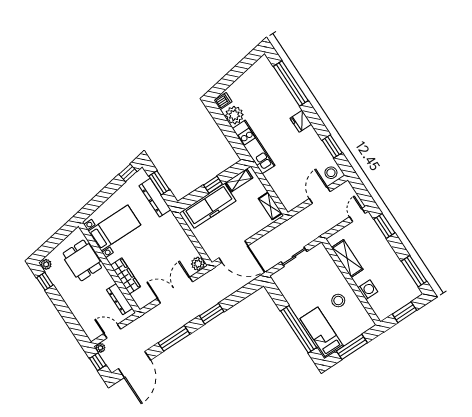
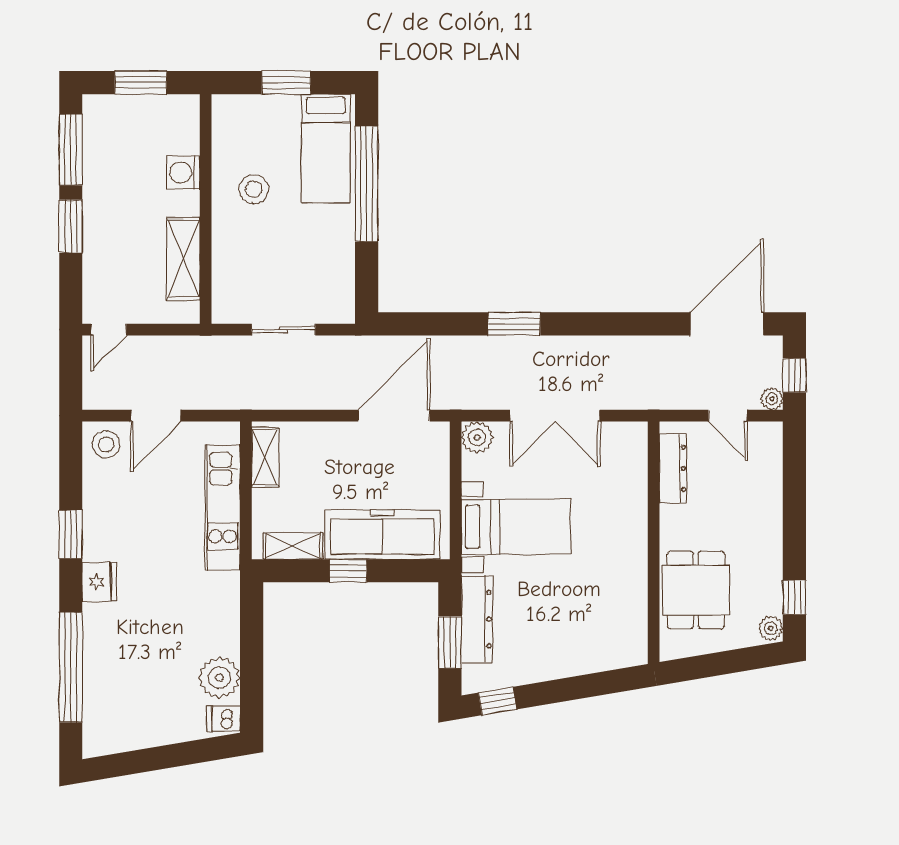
window: (332, 146) -> (71, 534), moved
kitchen unit: (254, 147) -> (222, 508), moved
window: (384, 226) -> (71, 226), moved
bed with nightstands: (114, 228) -> (516, 527), moved, turned 180
door: (233, 252) -> (394, 416), hinge flipped
wardrobe: (125, 276) -> (632, 506), removed
window: (174, 338) -> (618, 324), removed
window: (352, 347) -> (286, 83), width x0.69

